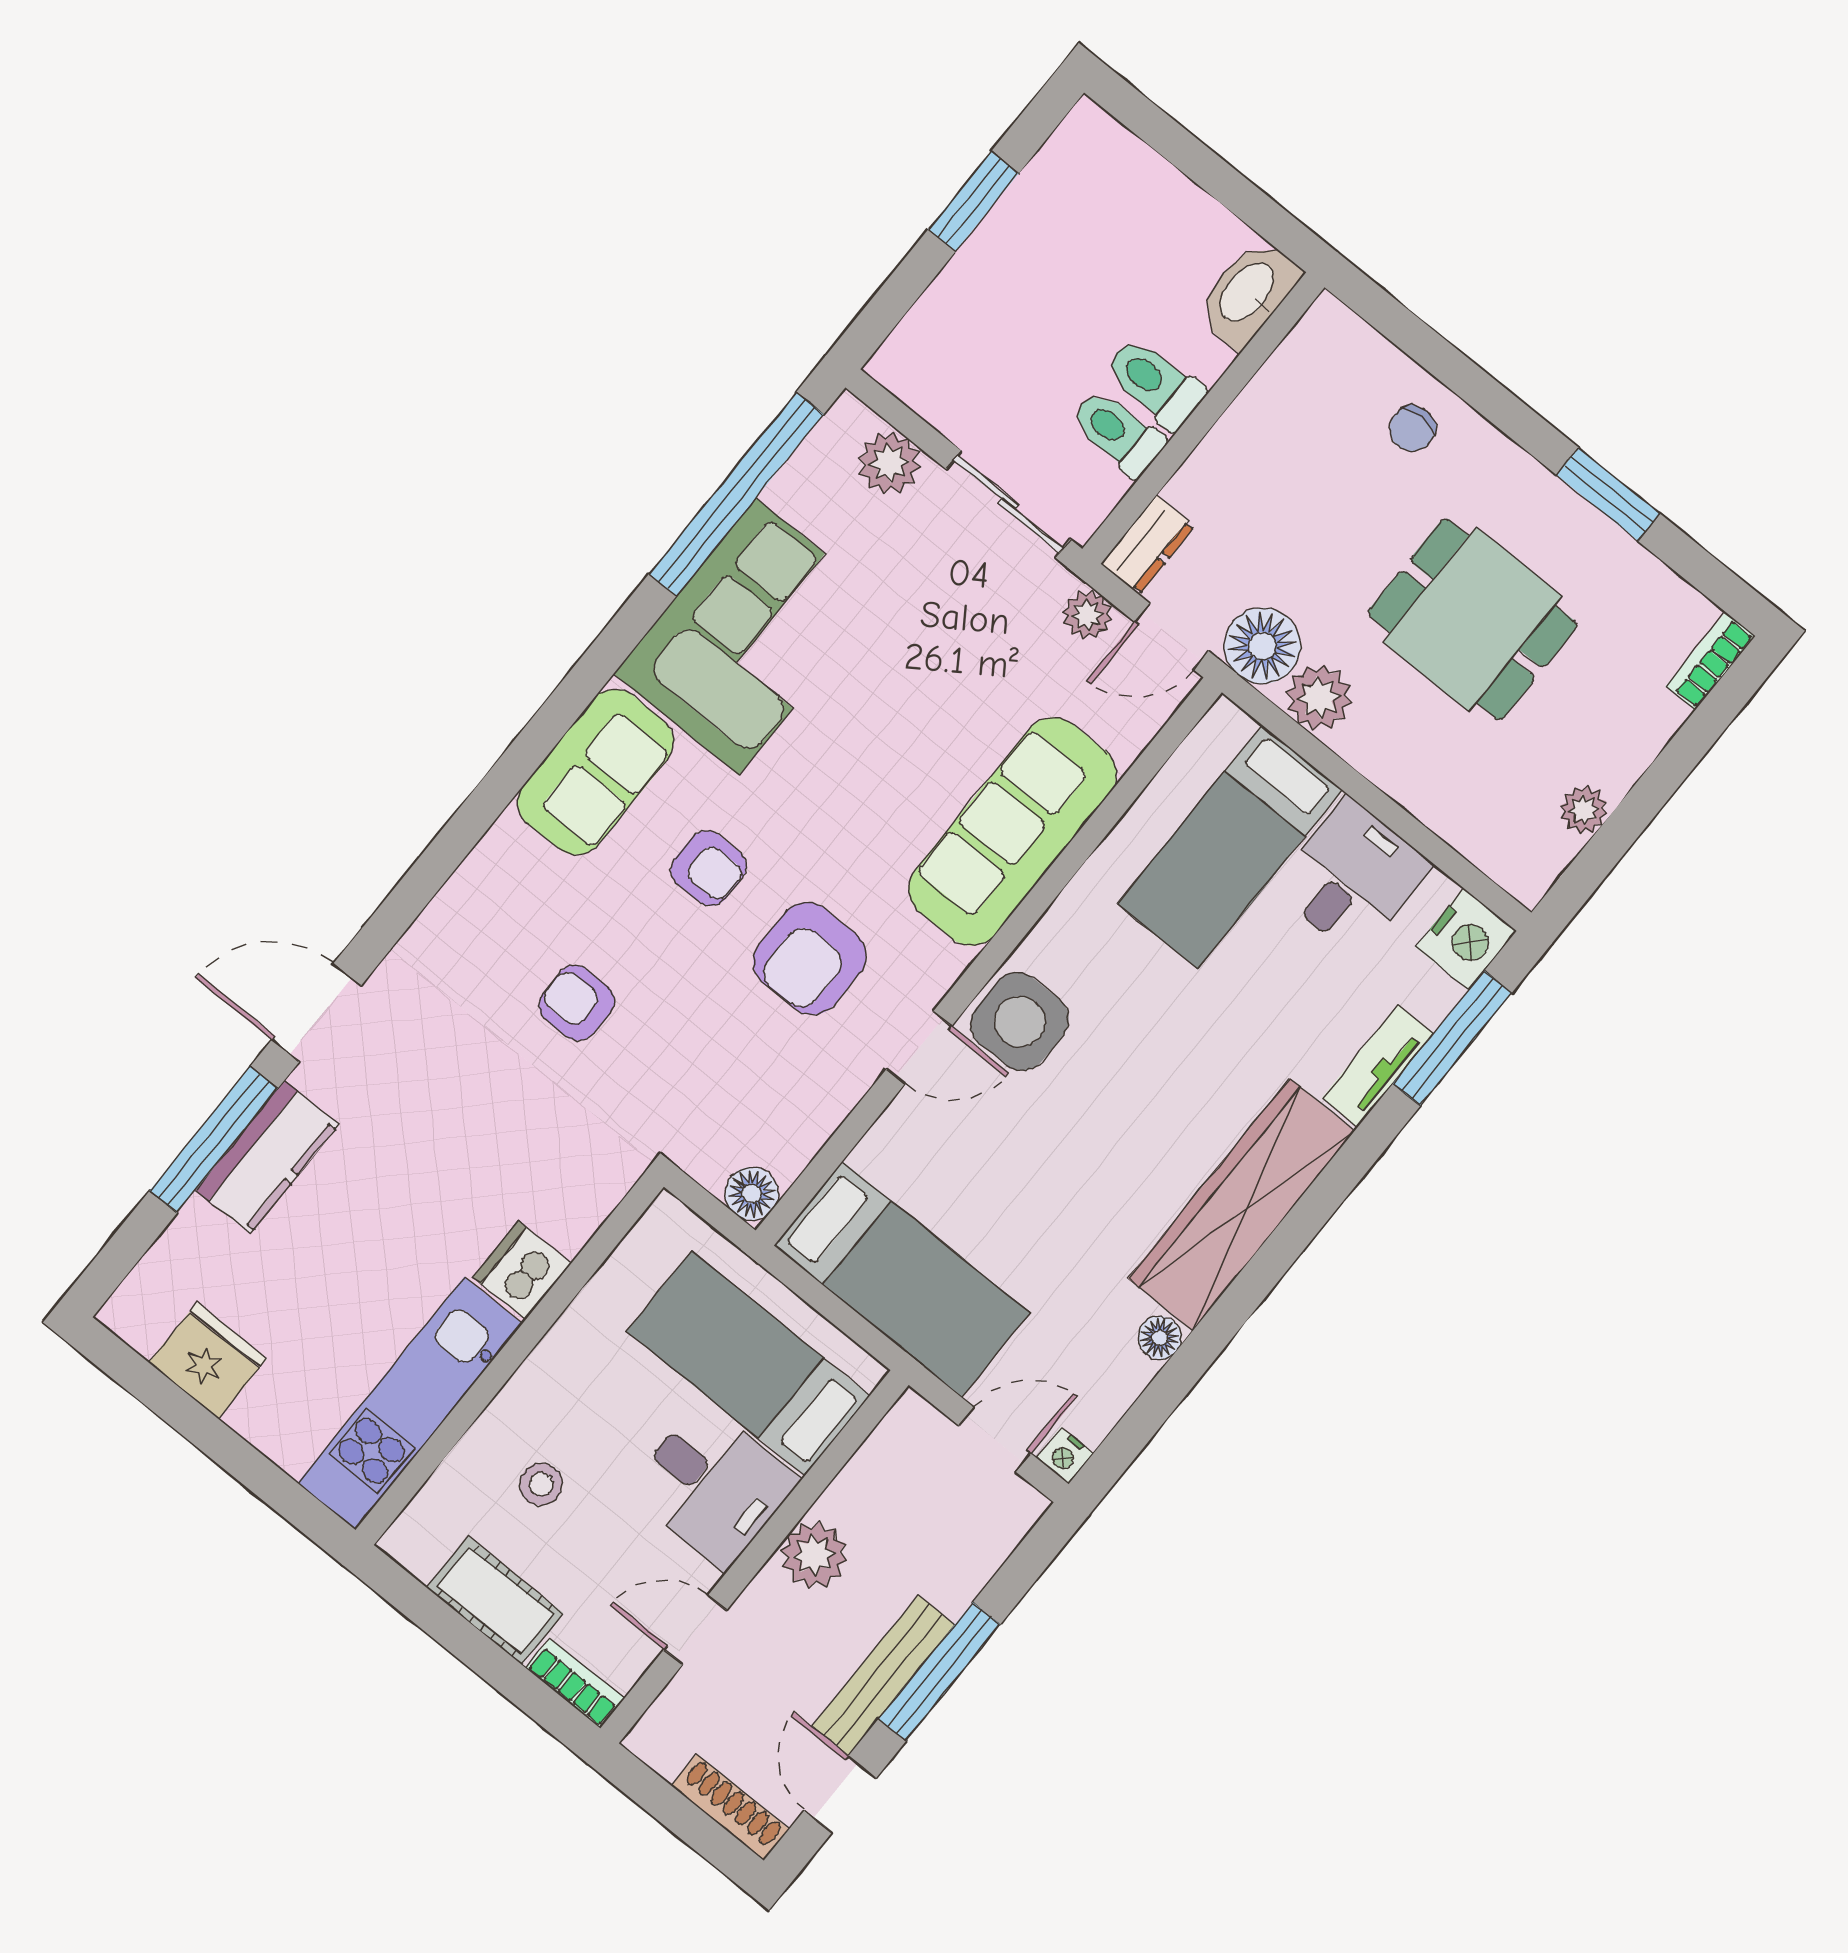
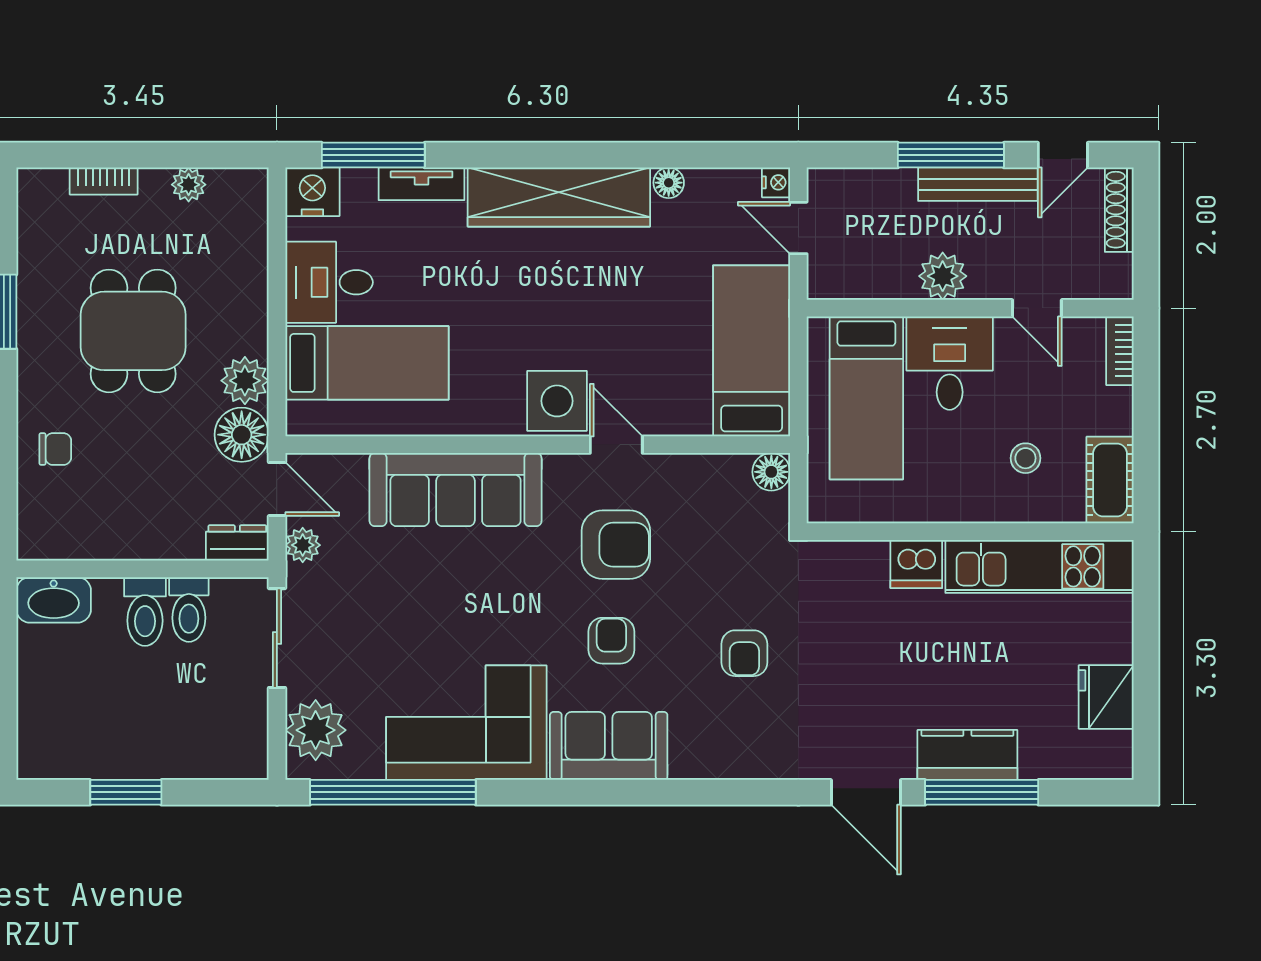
plant: (889, 463) -> (316, 730), width x1.36, depth x1.36
bookcase: (1710, 661) -> (104, 181), moved
cot: (495, 1600) -> (1110, 480), moved

